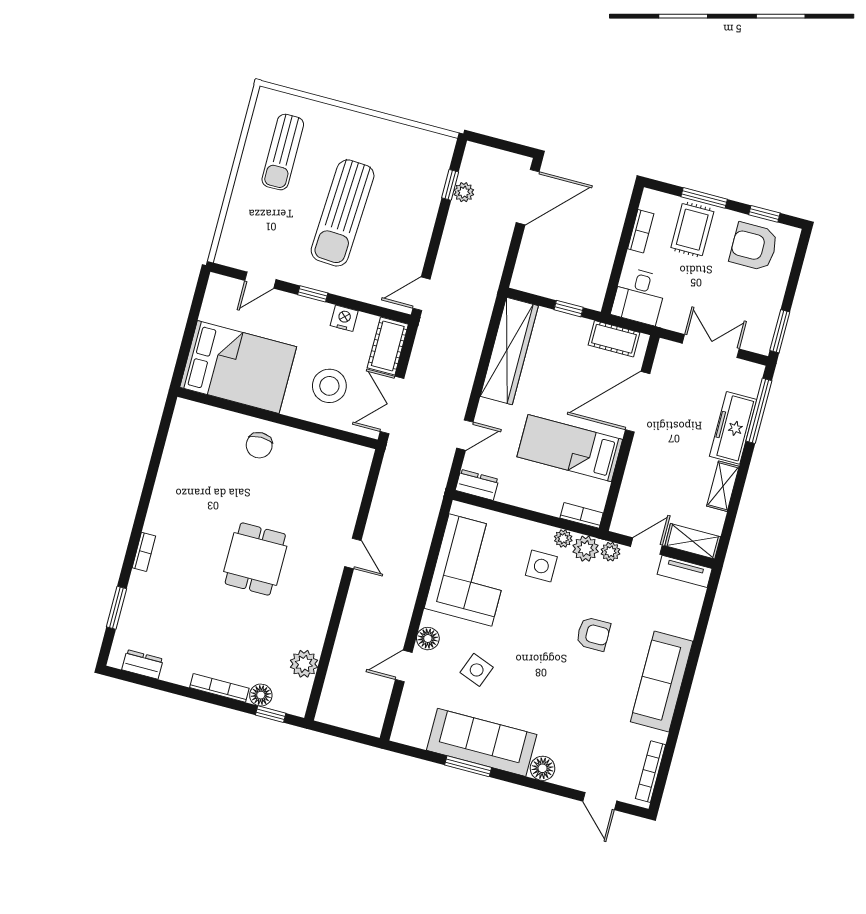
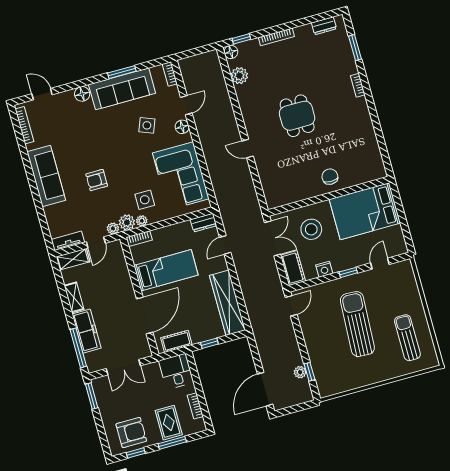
floor lamp: (261, 695) -> (231, 52), moved
bookcase: (401, 724) -> (170, 74), added

